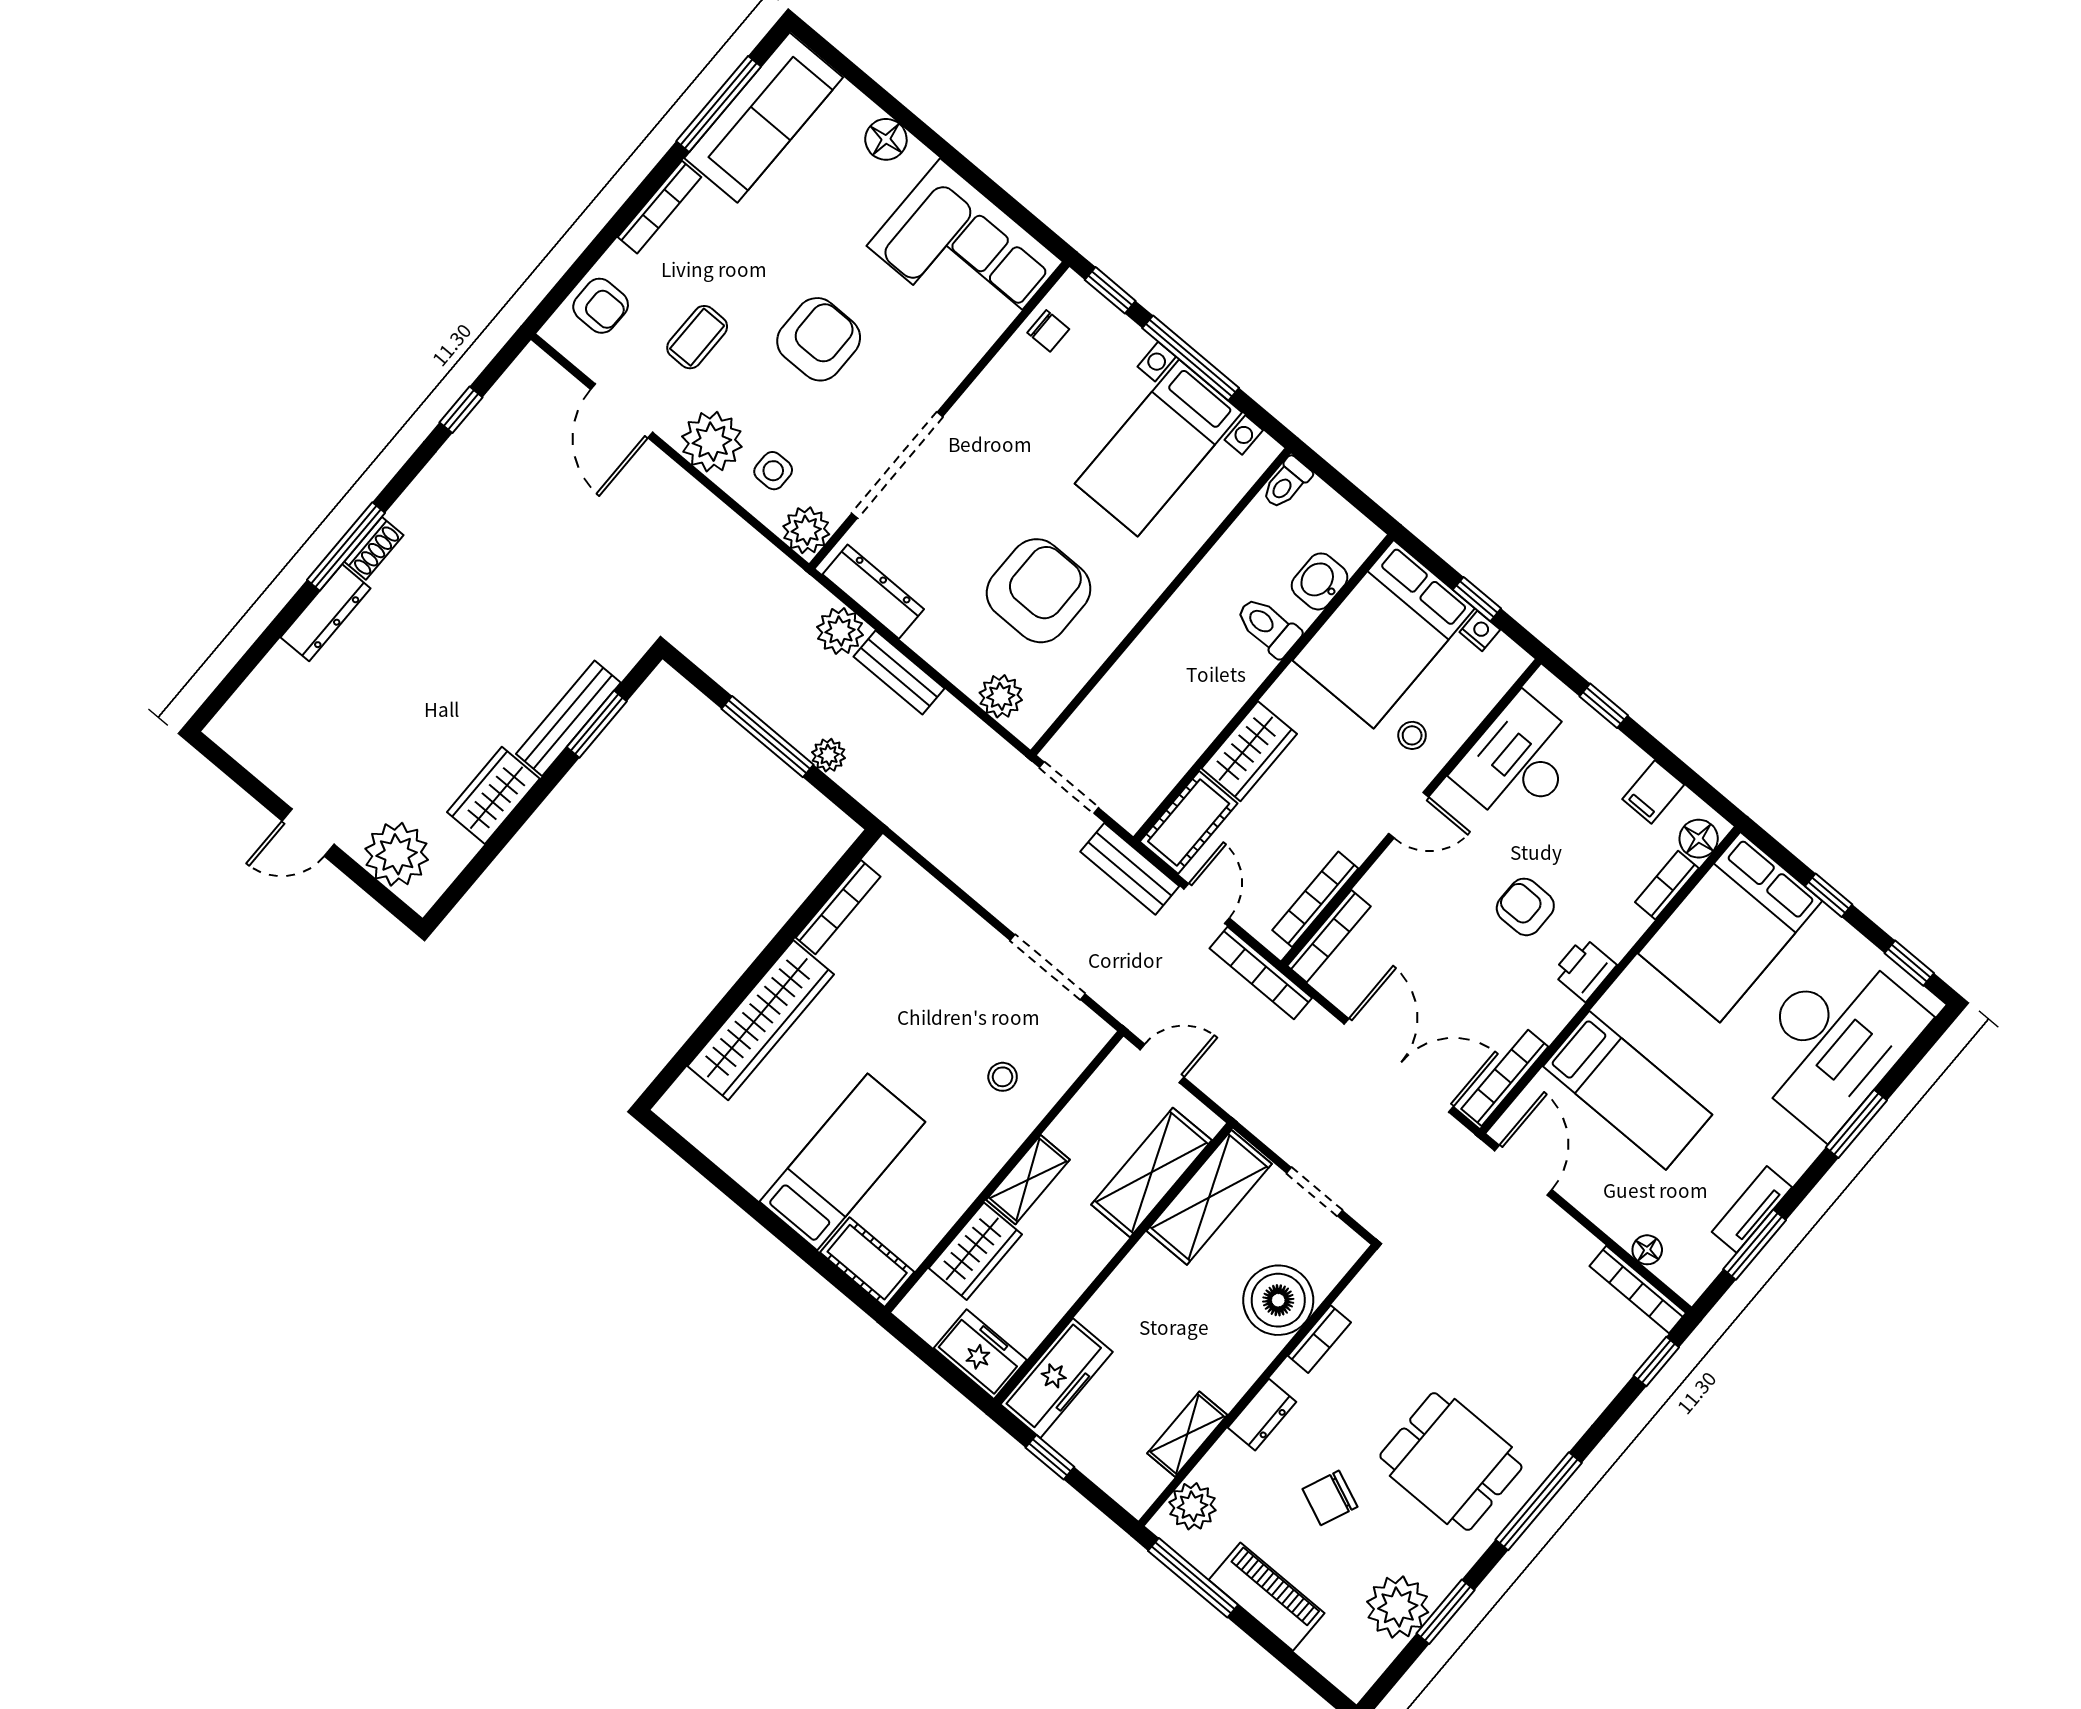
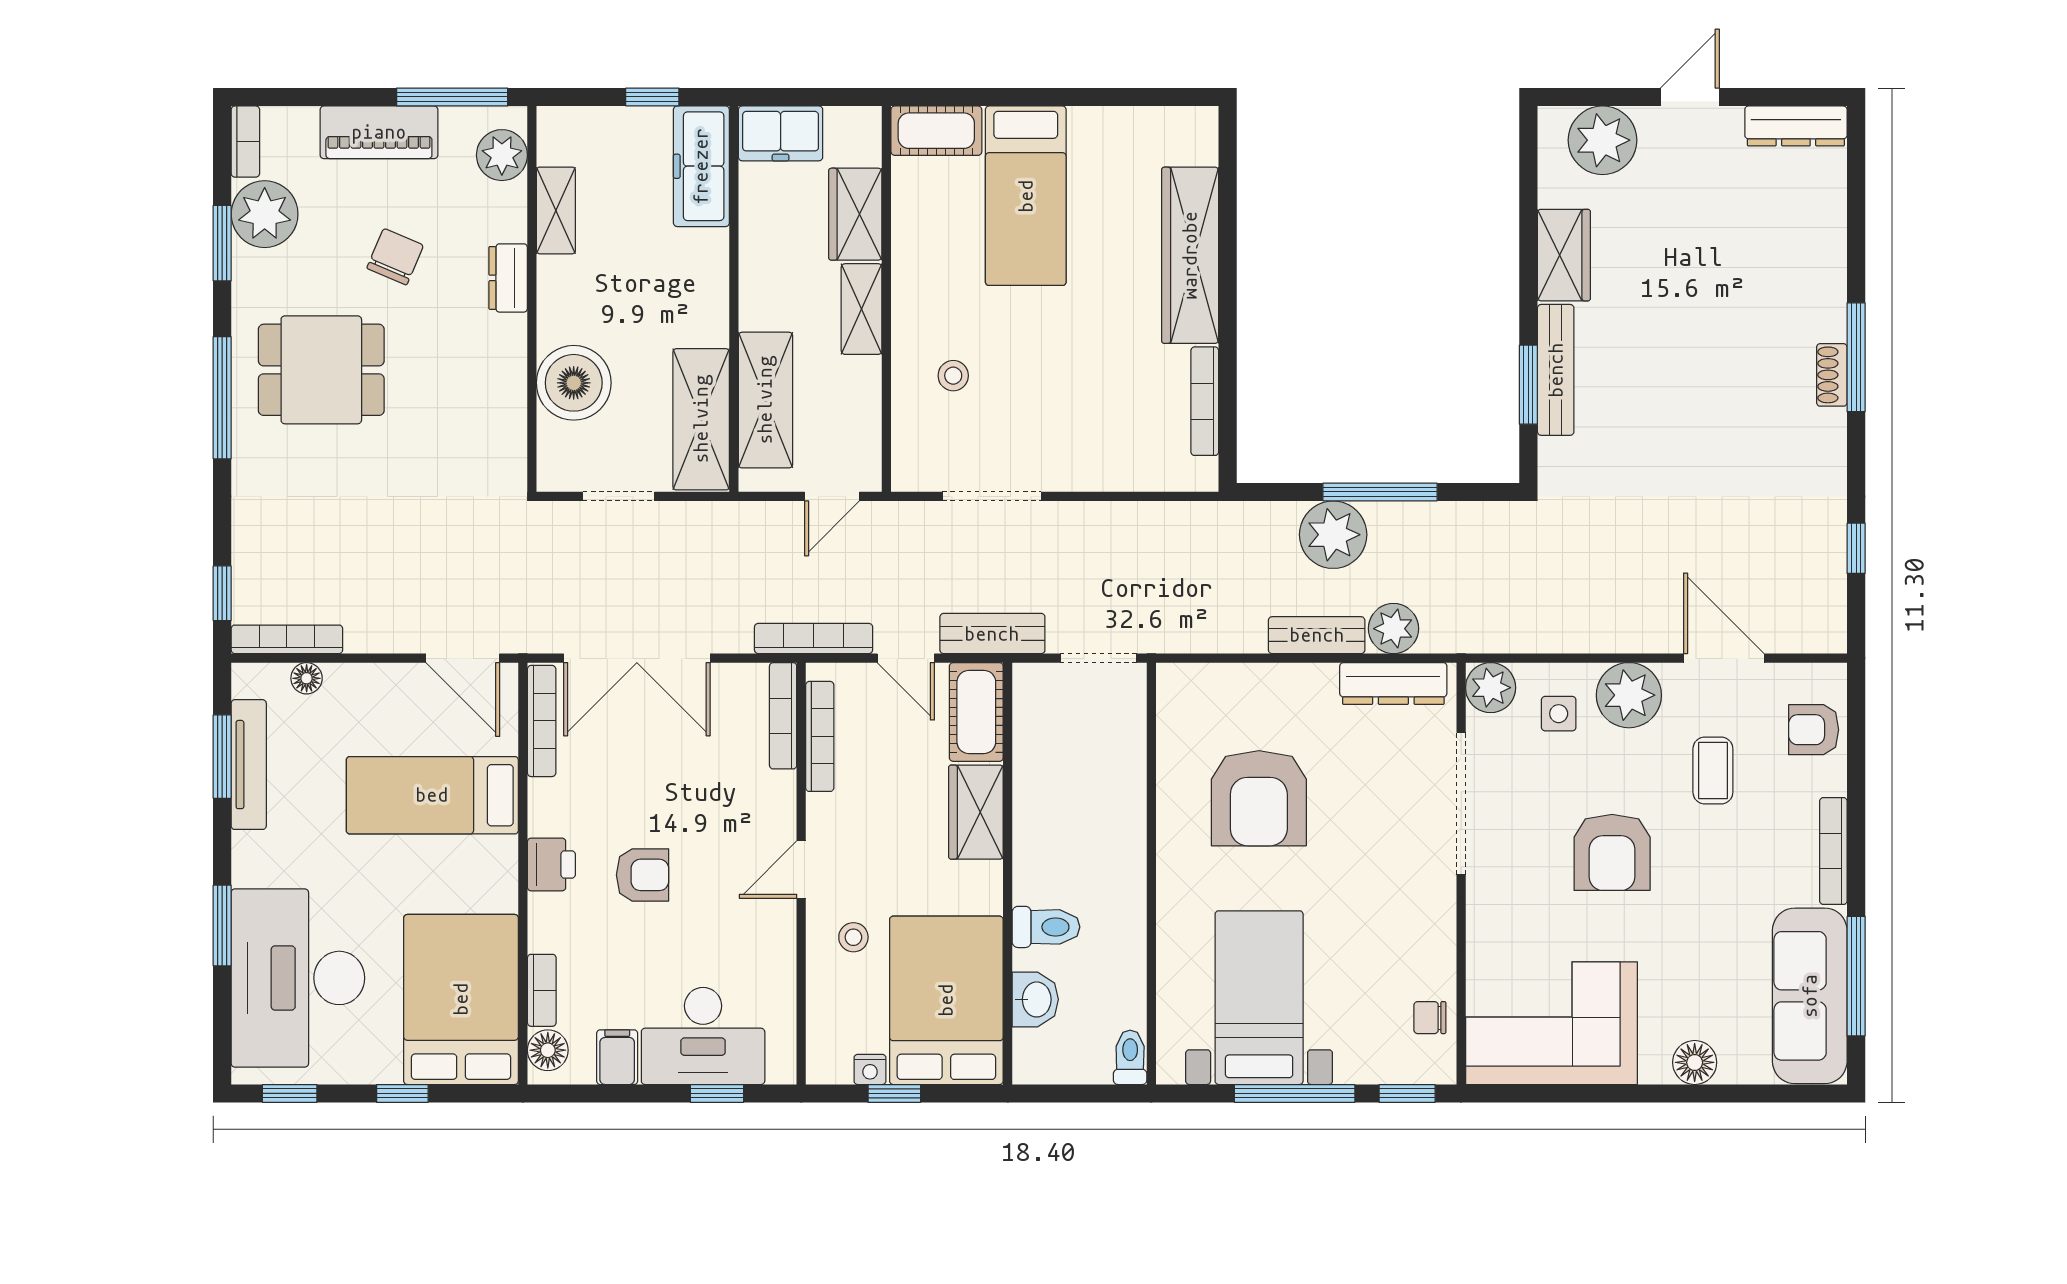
dresser: (326, 613) -> (1796, 126), moved, turned -90
plant: (1001, 696) -> (1217, 686), removed
plant: (828, 755) -> (1333, 535), width x1.88, depth x1.88
desk: (1519, 761) -> (703, 1036), moved, turned 90
tv unit: (1752, 1209) -> (249, 765), width x1.41
bookcase: (1319, 1339) -> (245, 142), moved, turned 180

